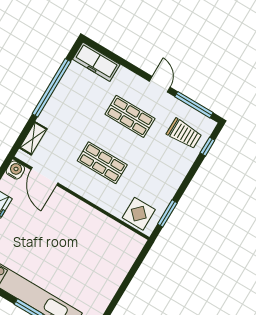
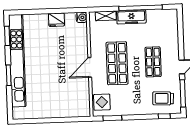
freezer: (96, 62) -> (131, 17), moved, turned -90
trolley: (184, 134) -> (163, 98), turned 93
shop shelf: (102, 163) -> (117, 63), width x1.43, depth x1.36
door: (44, 176) -> (90, 67), moved

